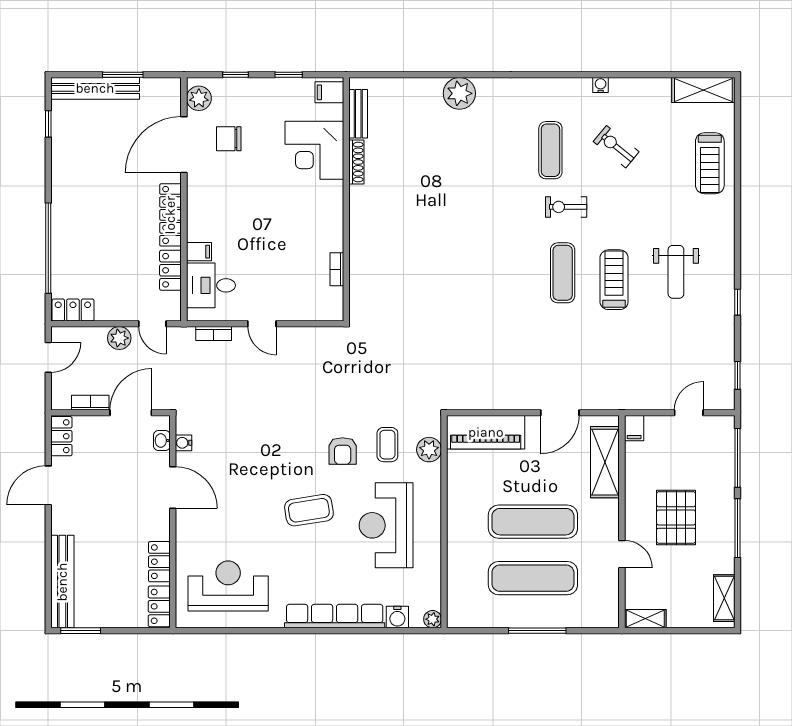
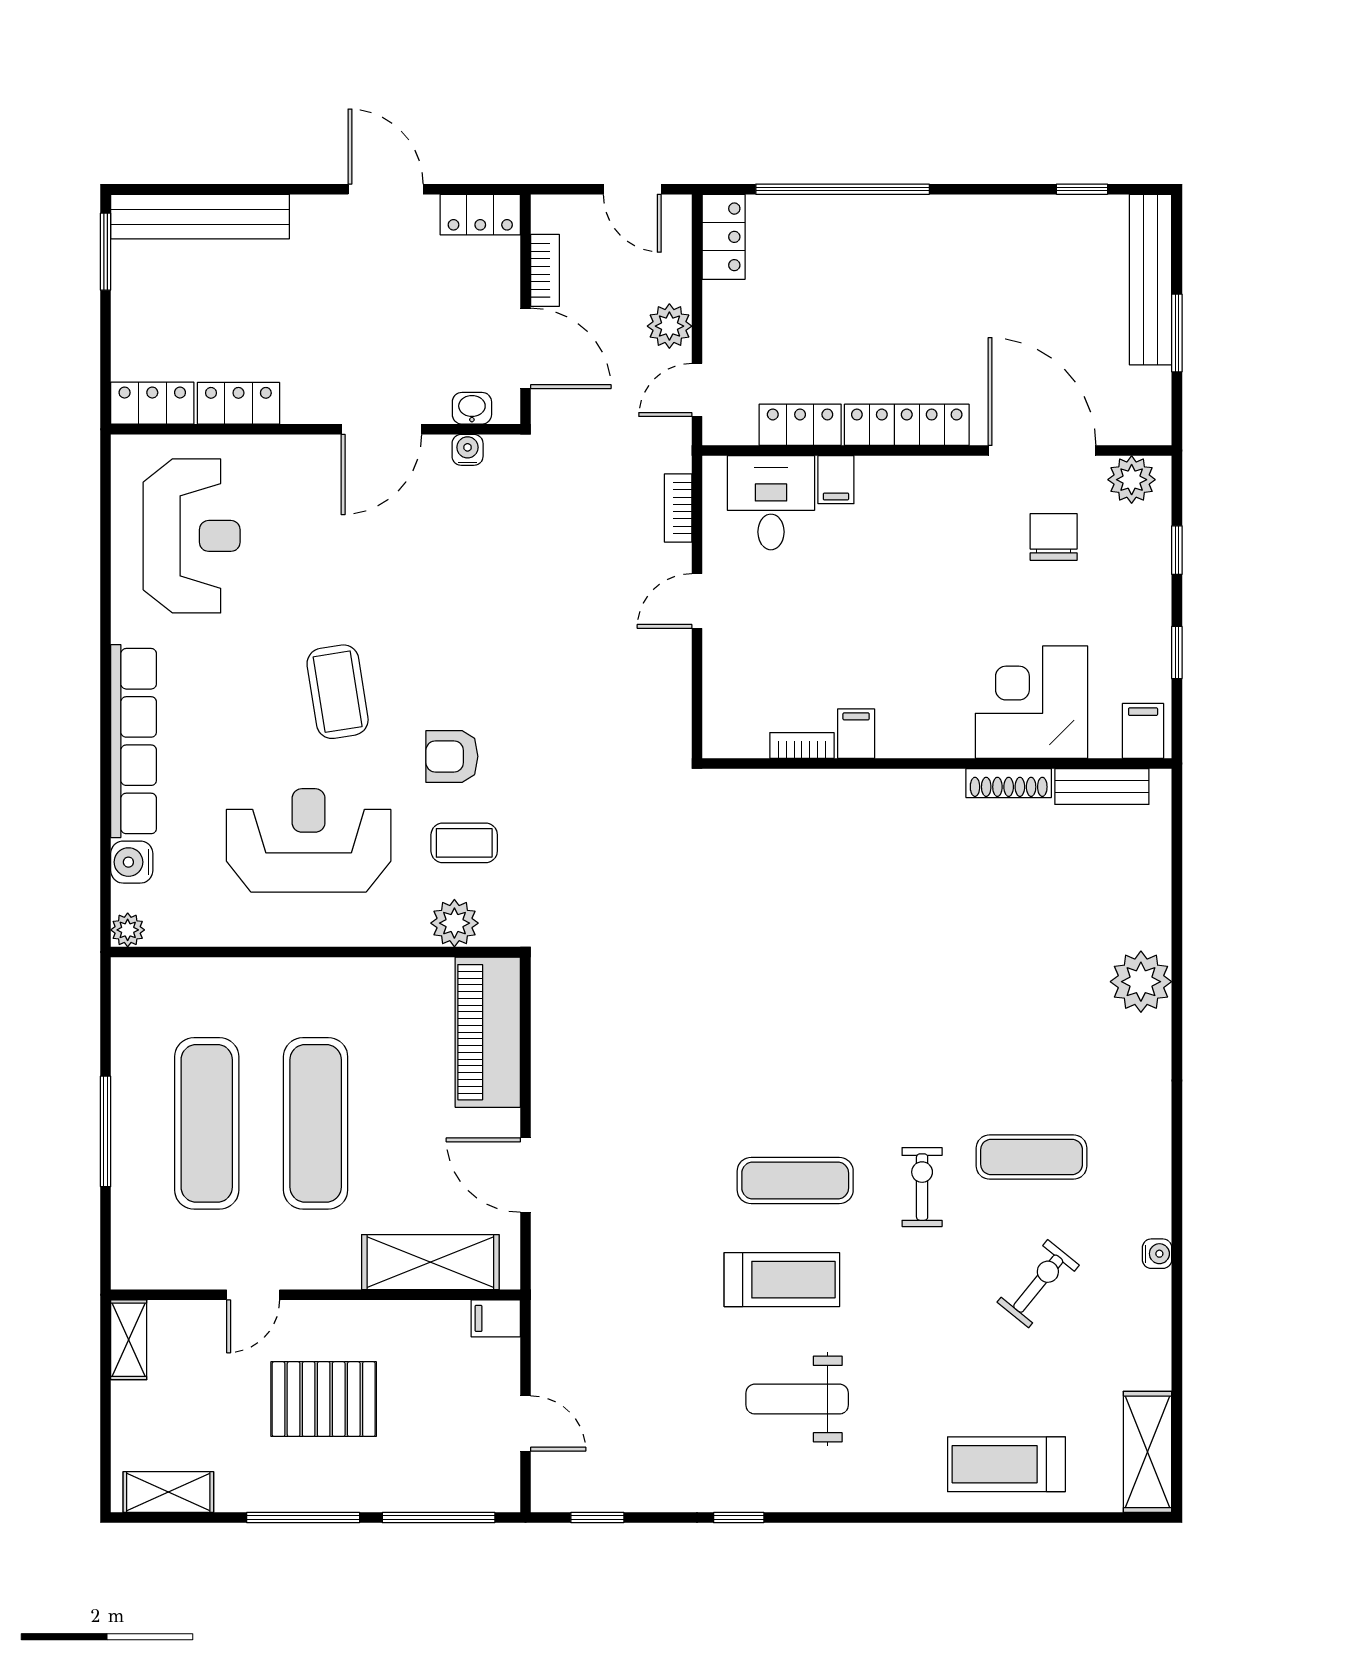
filing cabinet: (331, 241) -> (856, 734), added

